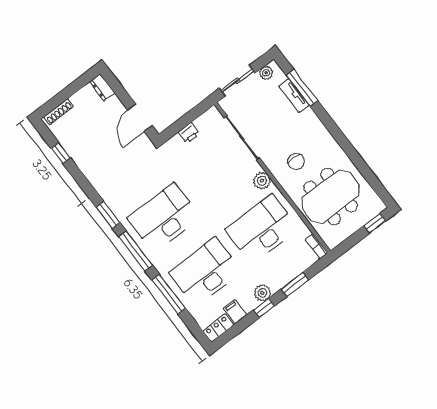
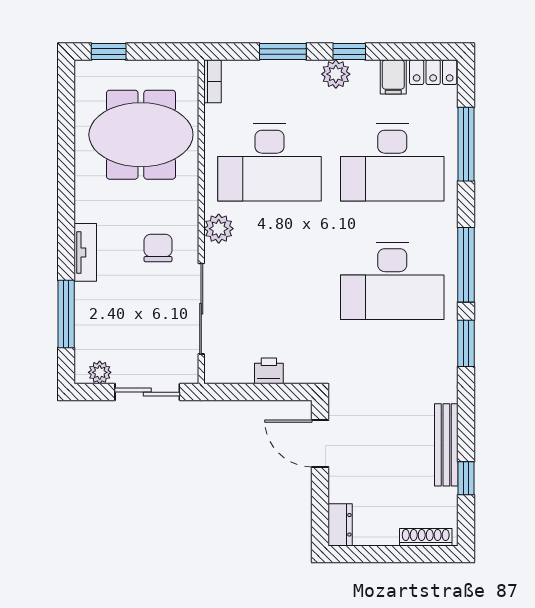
tv unit: (294, 96) -> (85, 252), moved
door: (140, 118) -> (320, 443), swing flipped
bench: (81, 161) -> (446, 445), added
chair: (296, 161) -> (158, 248), moved
window: (169, 294) -> (466, 144), moved

